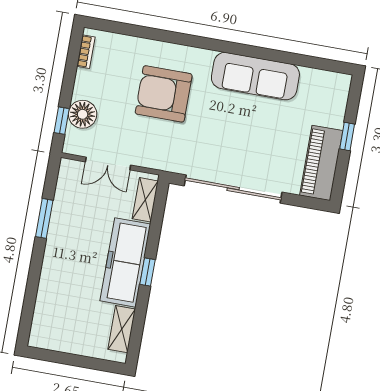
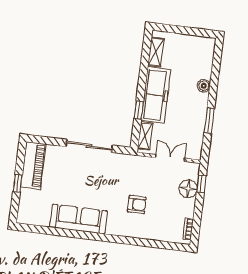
armchair: (164, 94) -> (137, 204), width x0.53, depth x0.53
sliding door: (233, 189) -> (89, 146), width x0.73
window: (147, 272) -> (139, 110), moved
boiler: (50, 273) -> (204, 86), added

